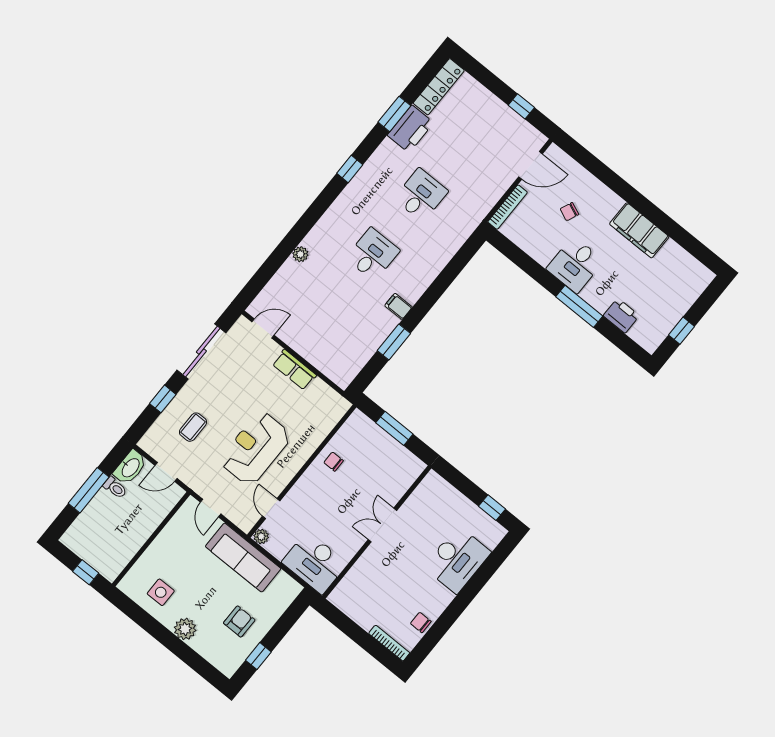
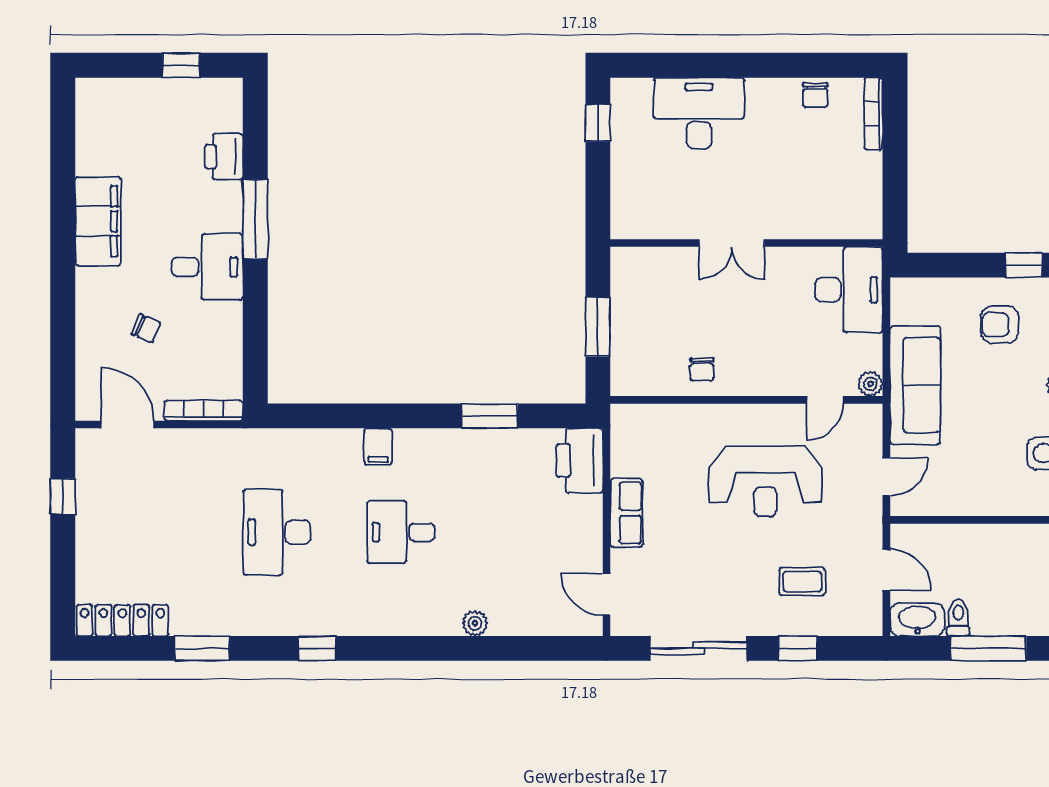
printer: (410, 129) -> (580, 460), moved, turned -90
desk: (421, 195) -> (277, 532), width x1.37
filing cabinet: (398, 306) -> (378, 447), moved

